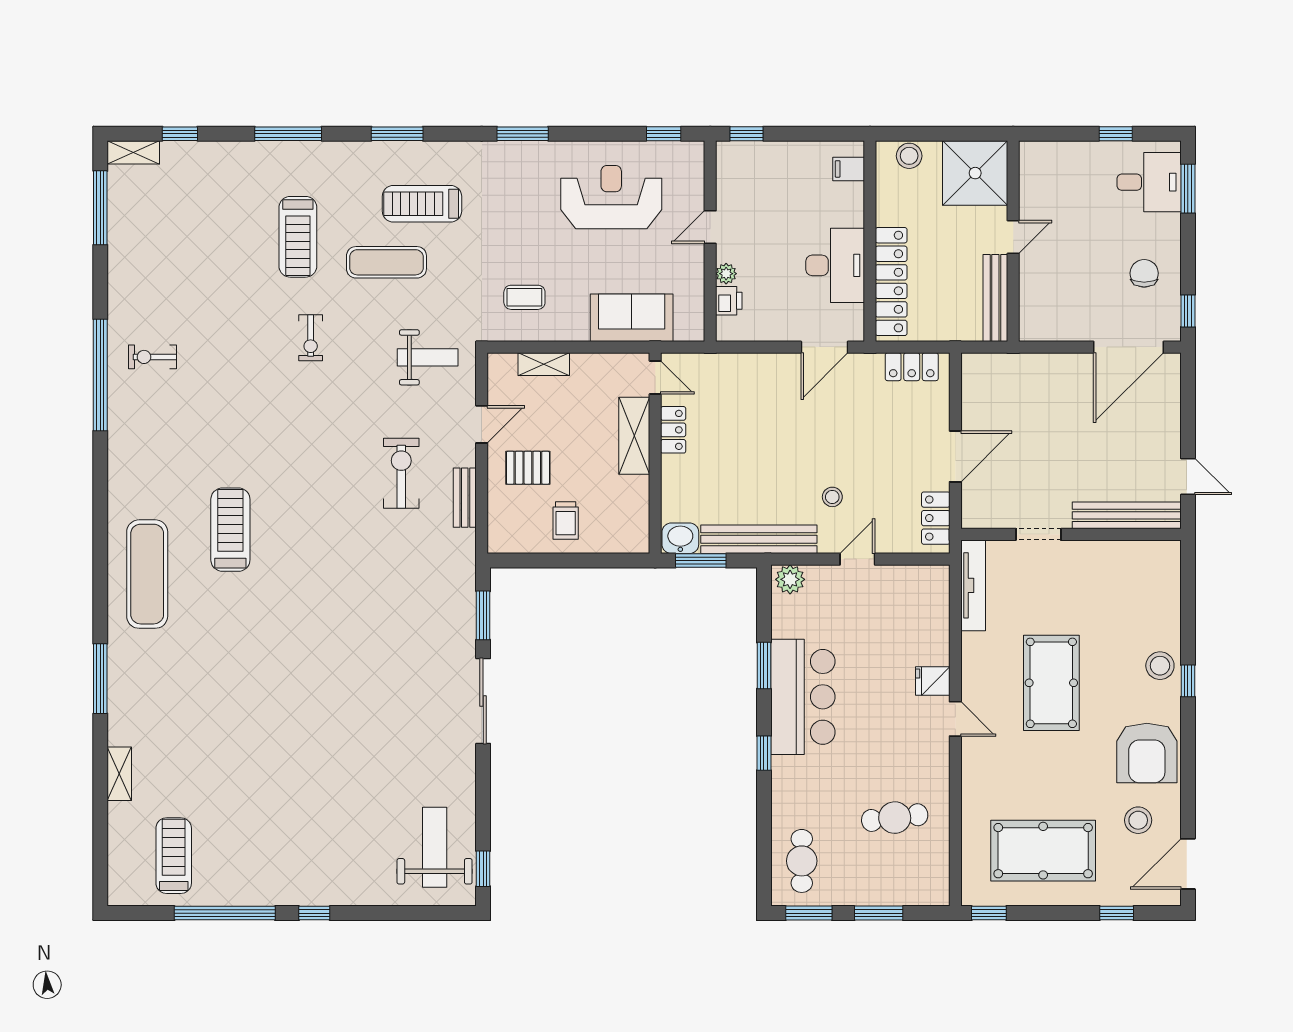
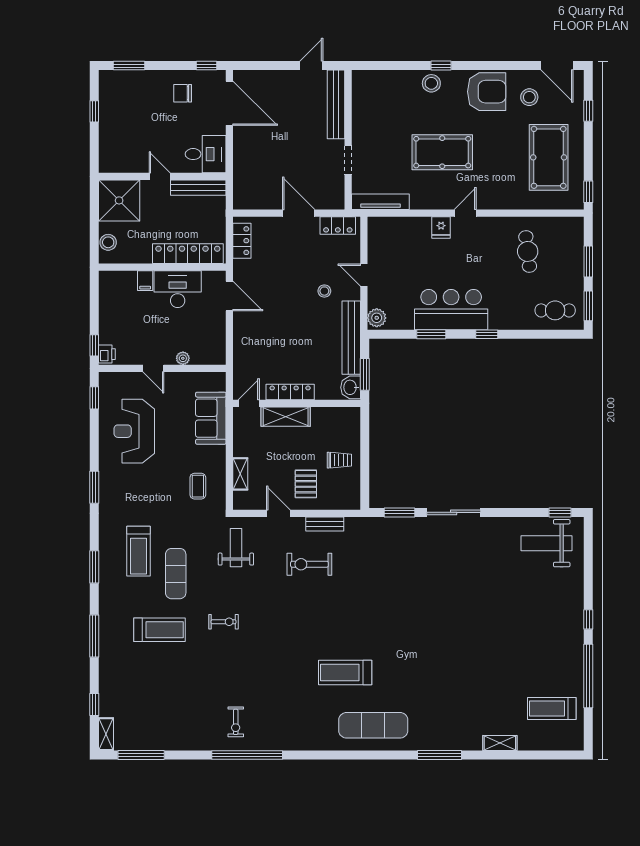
filing cabinet: (849, 169) -> (145, 281), moved
desk: (1149, 182) -> (206, 154), moved, turned 90
printer: (729, 301) -> (107, 354), moved, turned 90
locker: (673, 430) -> (290, 392), width x1.53

